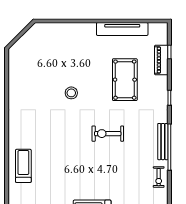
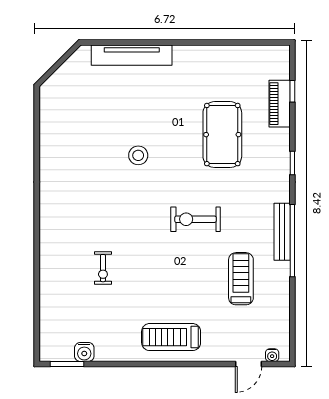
tv unit: (122, 29) -> (132, 55), moved
treadmill: (23, 166) -> (241, 279), moved
exercise bike: (159, 177) -> (103, 268), moved

